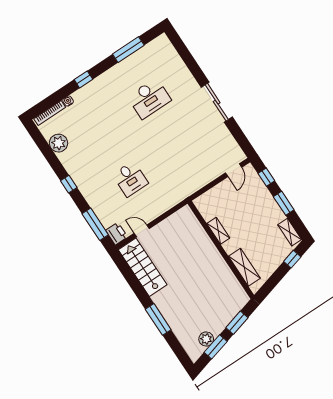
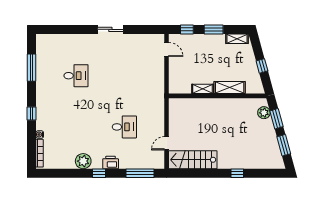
desk: (149, 98) -> (76, 76), width x0.73
sliding door: (217, 102) -> (110, 29), width x0.73
plant: (58, 143) -> (83, 161), moved
printer: (117, 234) -> (111, 162), moved
window: (292, 259) -> (262, 66), moved
shelving: (244, 267) -> (230, 88), moved
window: (158, 319) -> (237, 173), width x0.46
plant: (206, 339) -> (264, 113), moved

